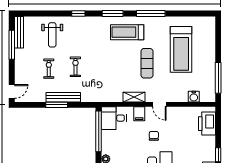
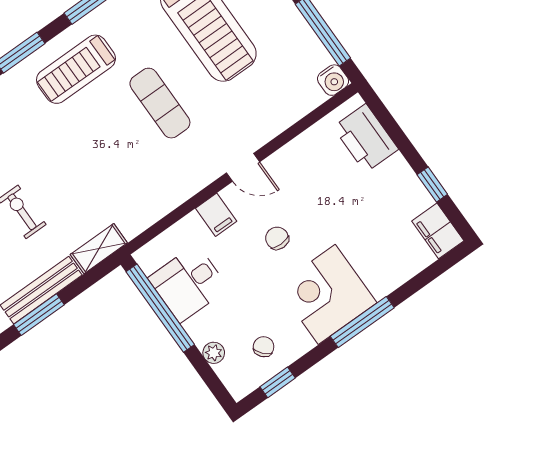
shelving: (134, 97) -> (99, 249), moved
water cooler: (194, 97) -> (333, 80), moved
desk: (114, 118) -> (188, 283), moved

